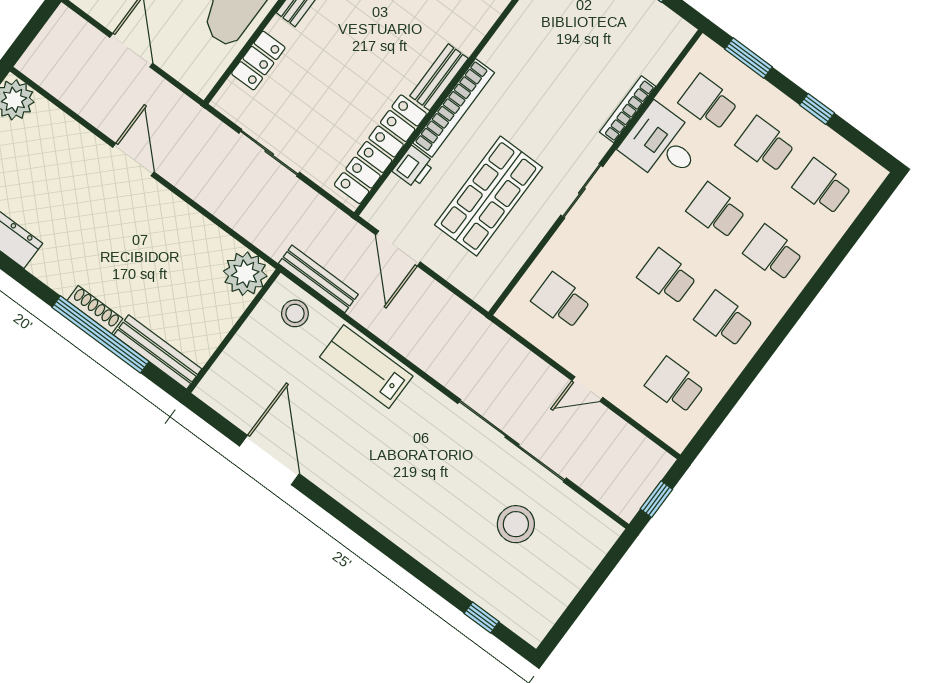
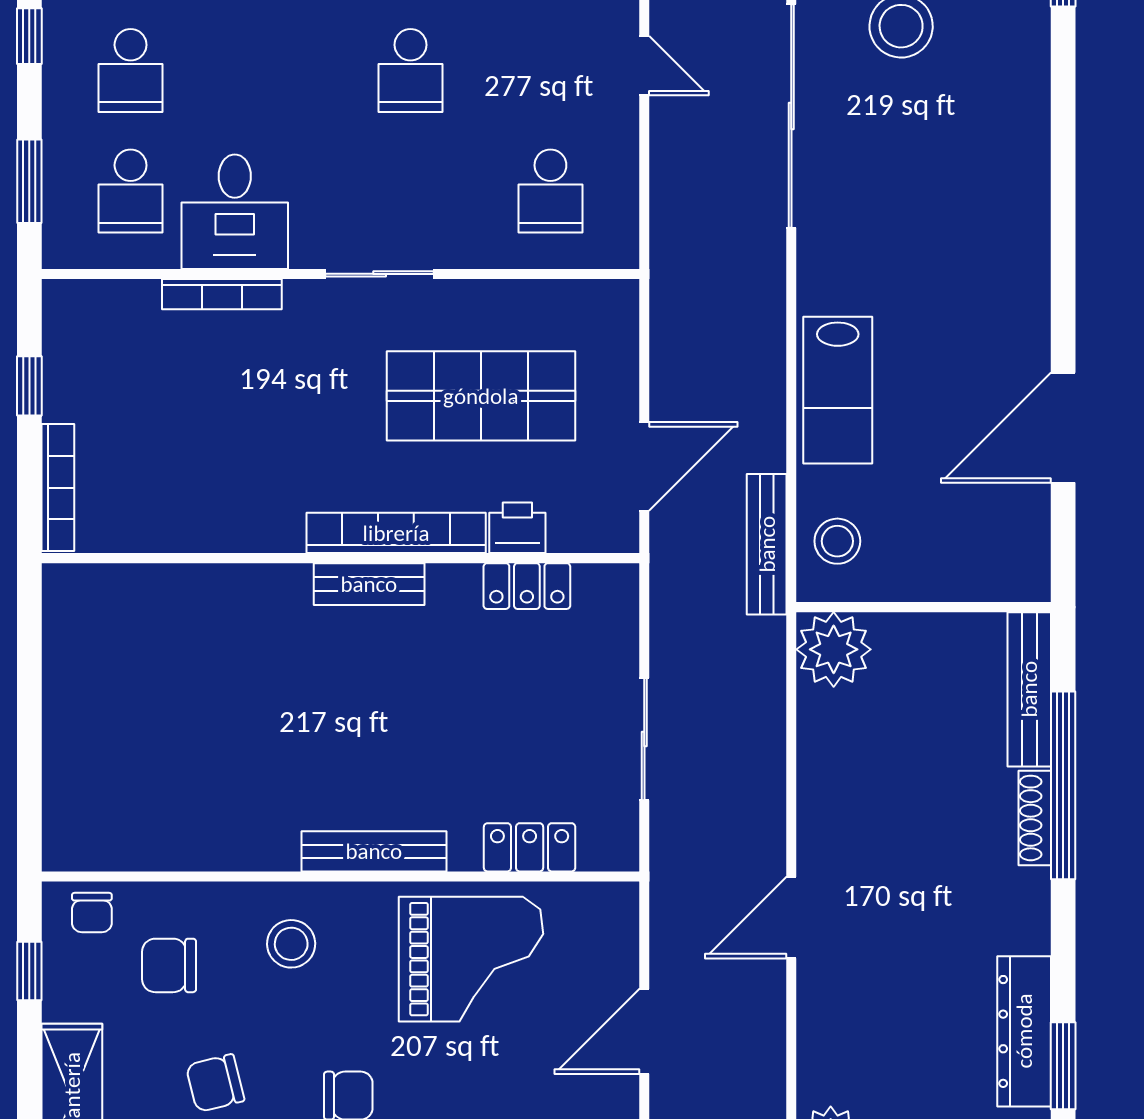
locker: (380, 149) -> (527, 586), width x0.46, depth x0.83
school desk: (716, 211) -> (271, 71), removed

